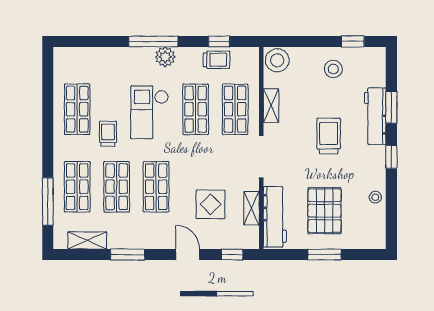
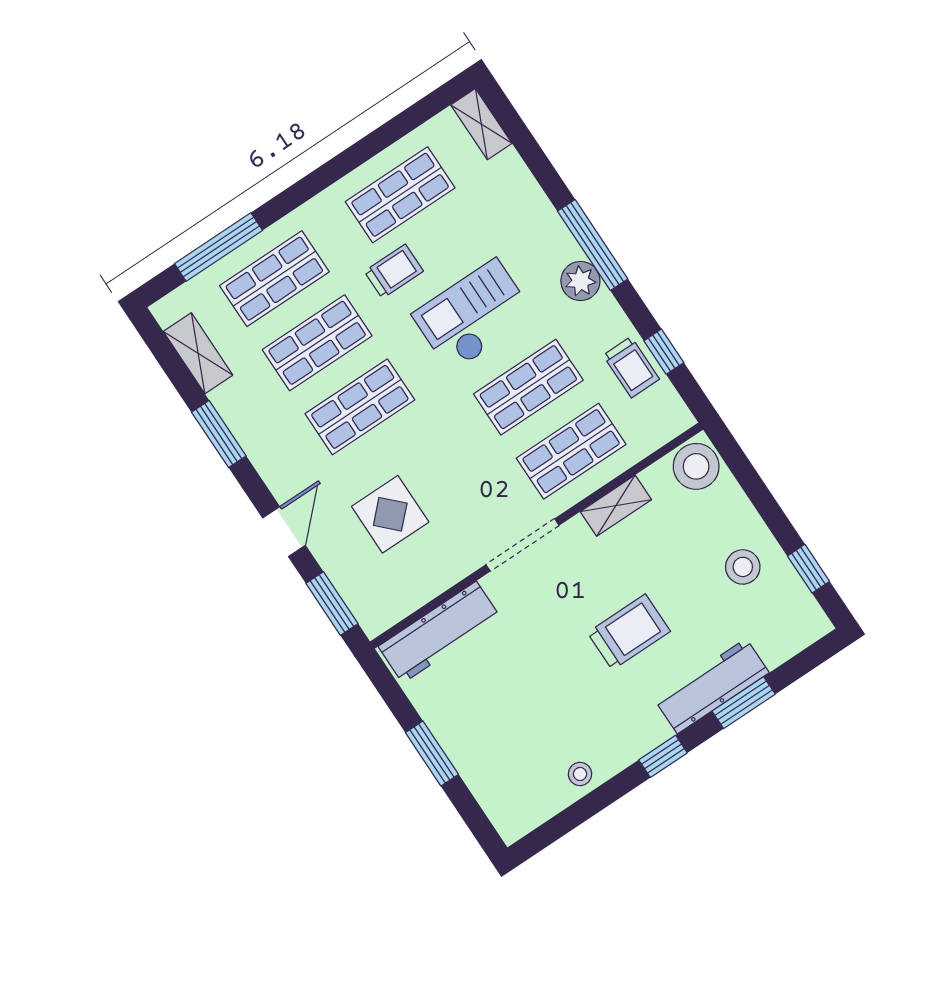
shelving: (251, 208) -> (481, 124), moved, turned 90
pallet: (325, 211) -> (503, 706), removed
window: (232, 255) -> (332, 604), width x1.50

